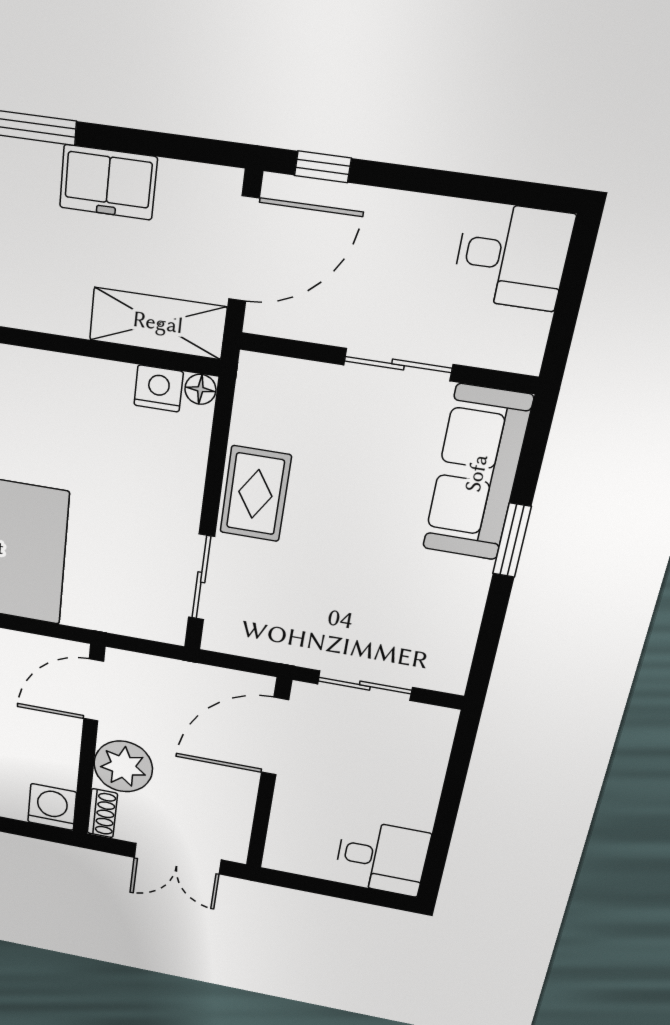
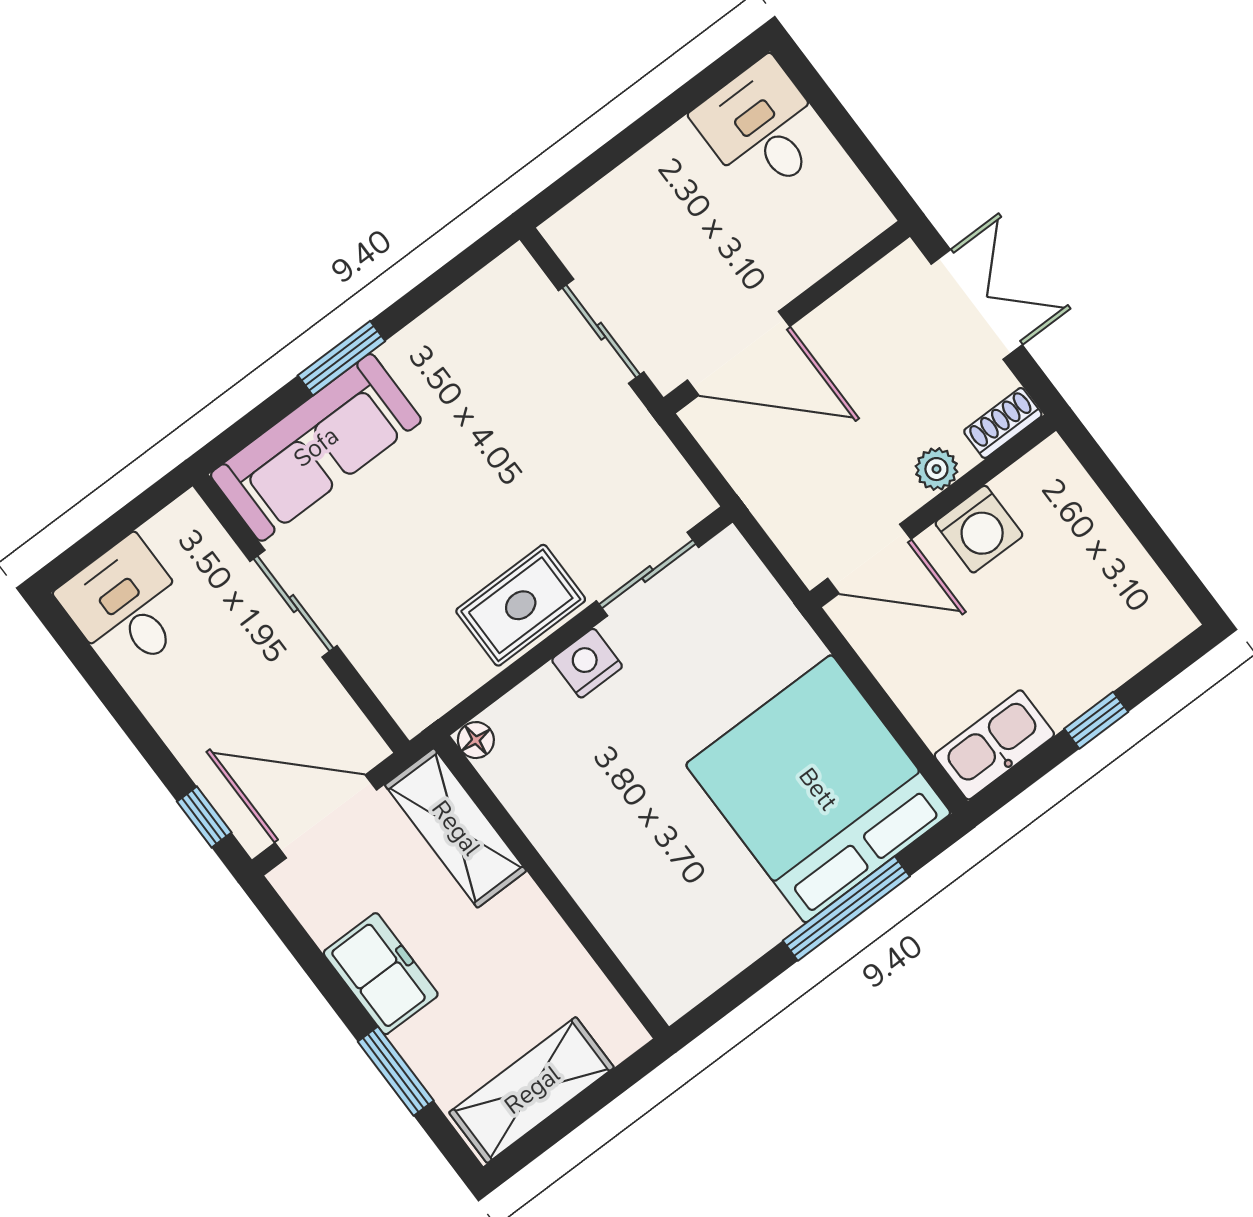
nightstand: (159, 388) -> (587, 663), moved, turned 90
plant: (123, 767) -> (936, 469), width x0.53, depth x0.53
washing machine: (52, 807) -> (979, 529), moved, turned -90

